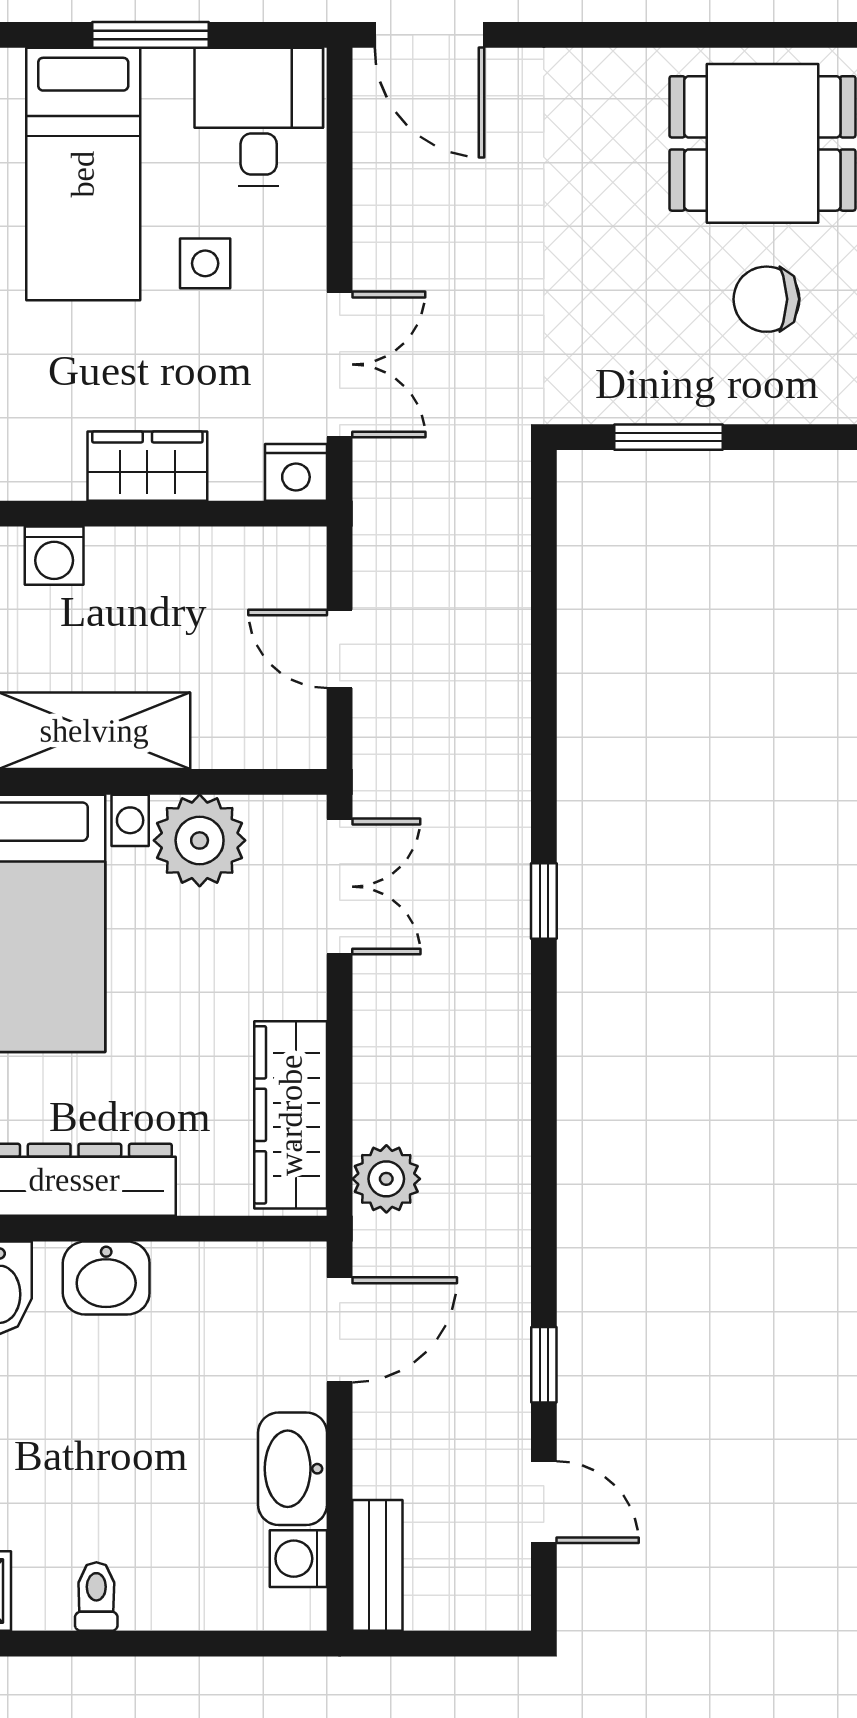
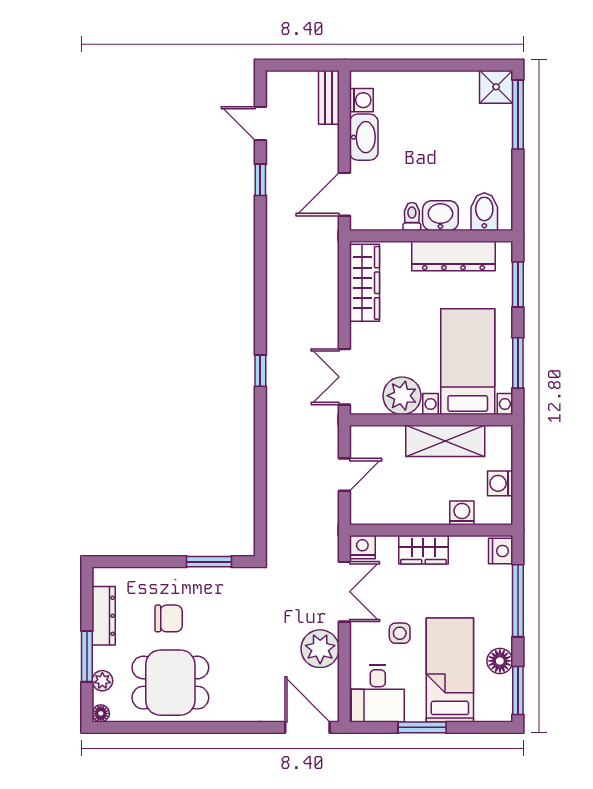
double door: (340, 364) -> (344, 592), swing flipped
door: (340, 649) -> (344, 475), hinge flipped
plant: (386, 1179) -> (320, 649), moved, width x1.36, depth x1.36
toilet: (96, 1596) -> (412, 217), moved, turned 180

